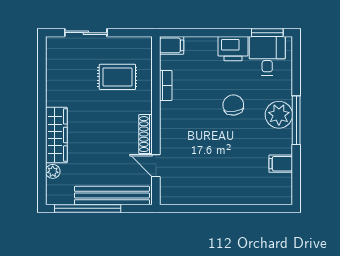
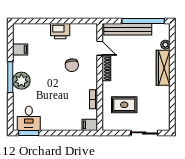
printer: (233, 49) -> (60, 31), moved, turned 180
chair: (233, 105) -> (72, 65), moved

